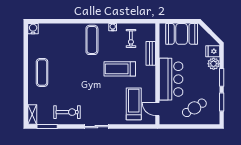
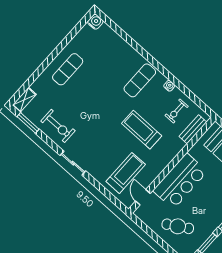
bench: (151, 53) -> (193, 129), moved

